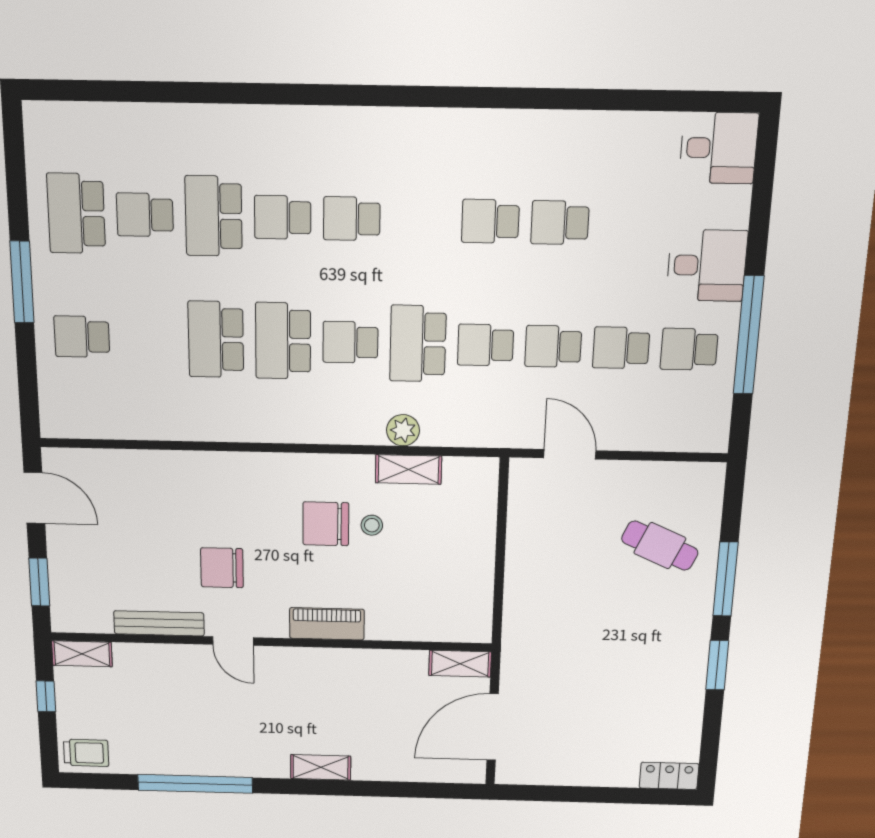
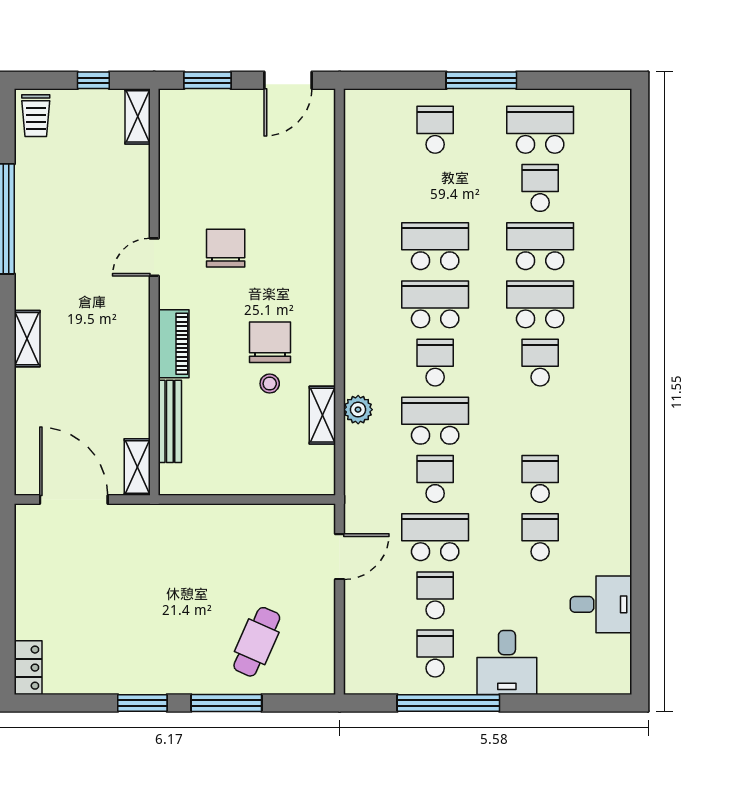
desk: (719, 148) -> (601, 604), moved, turned -90
school desk: (283, 217) -> (540, 304), width x1.85
school desk: (553, 346) -> (435, 537), width x1.85
bench: (159, 623) -> (170, 421), moved

